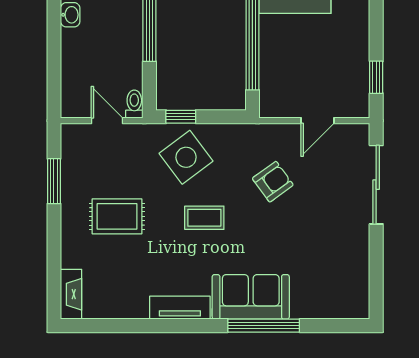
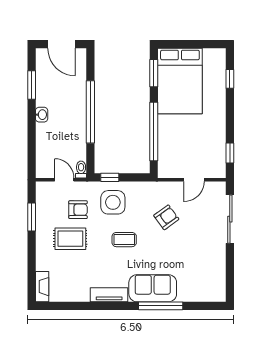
side table: (186, 157) -> (113, 202), turned 37
armchair: (129, 169) -> (78, 210), added

